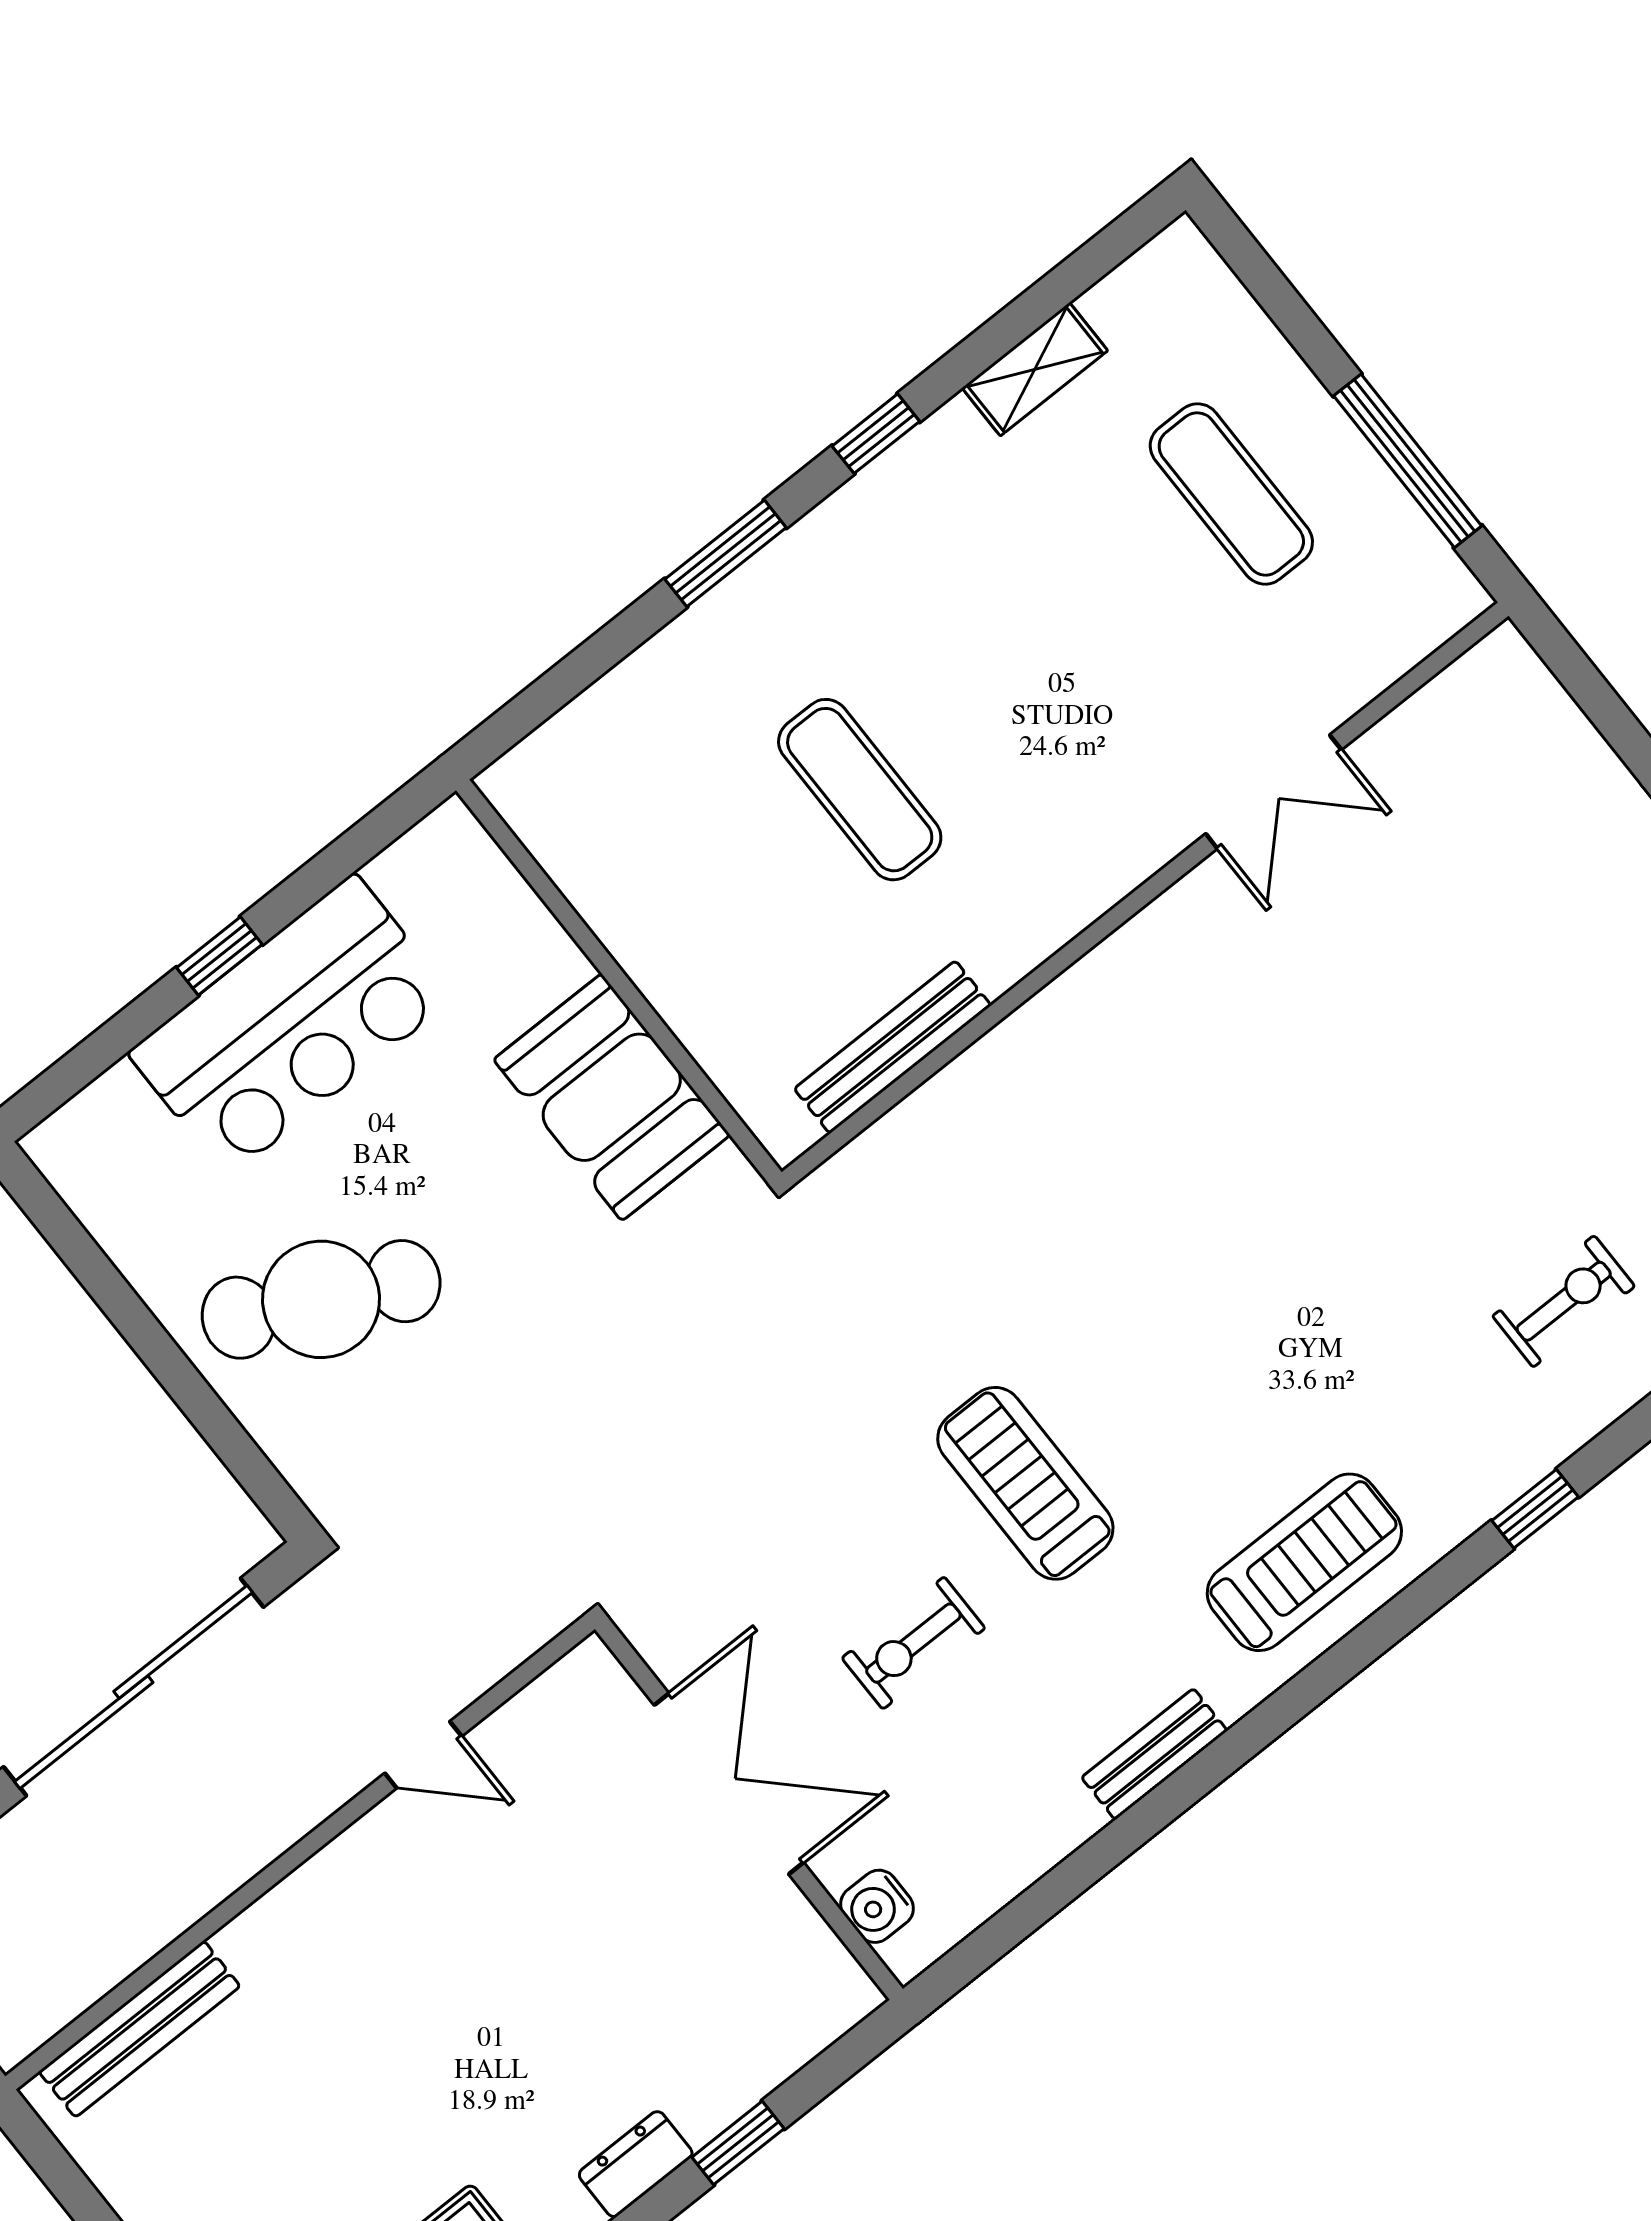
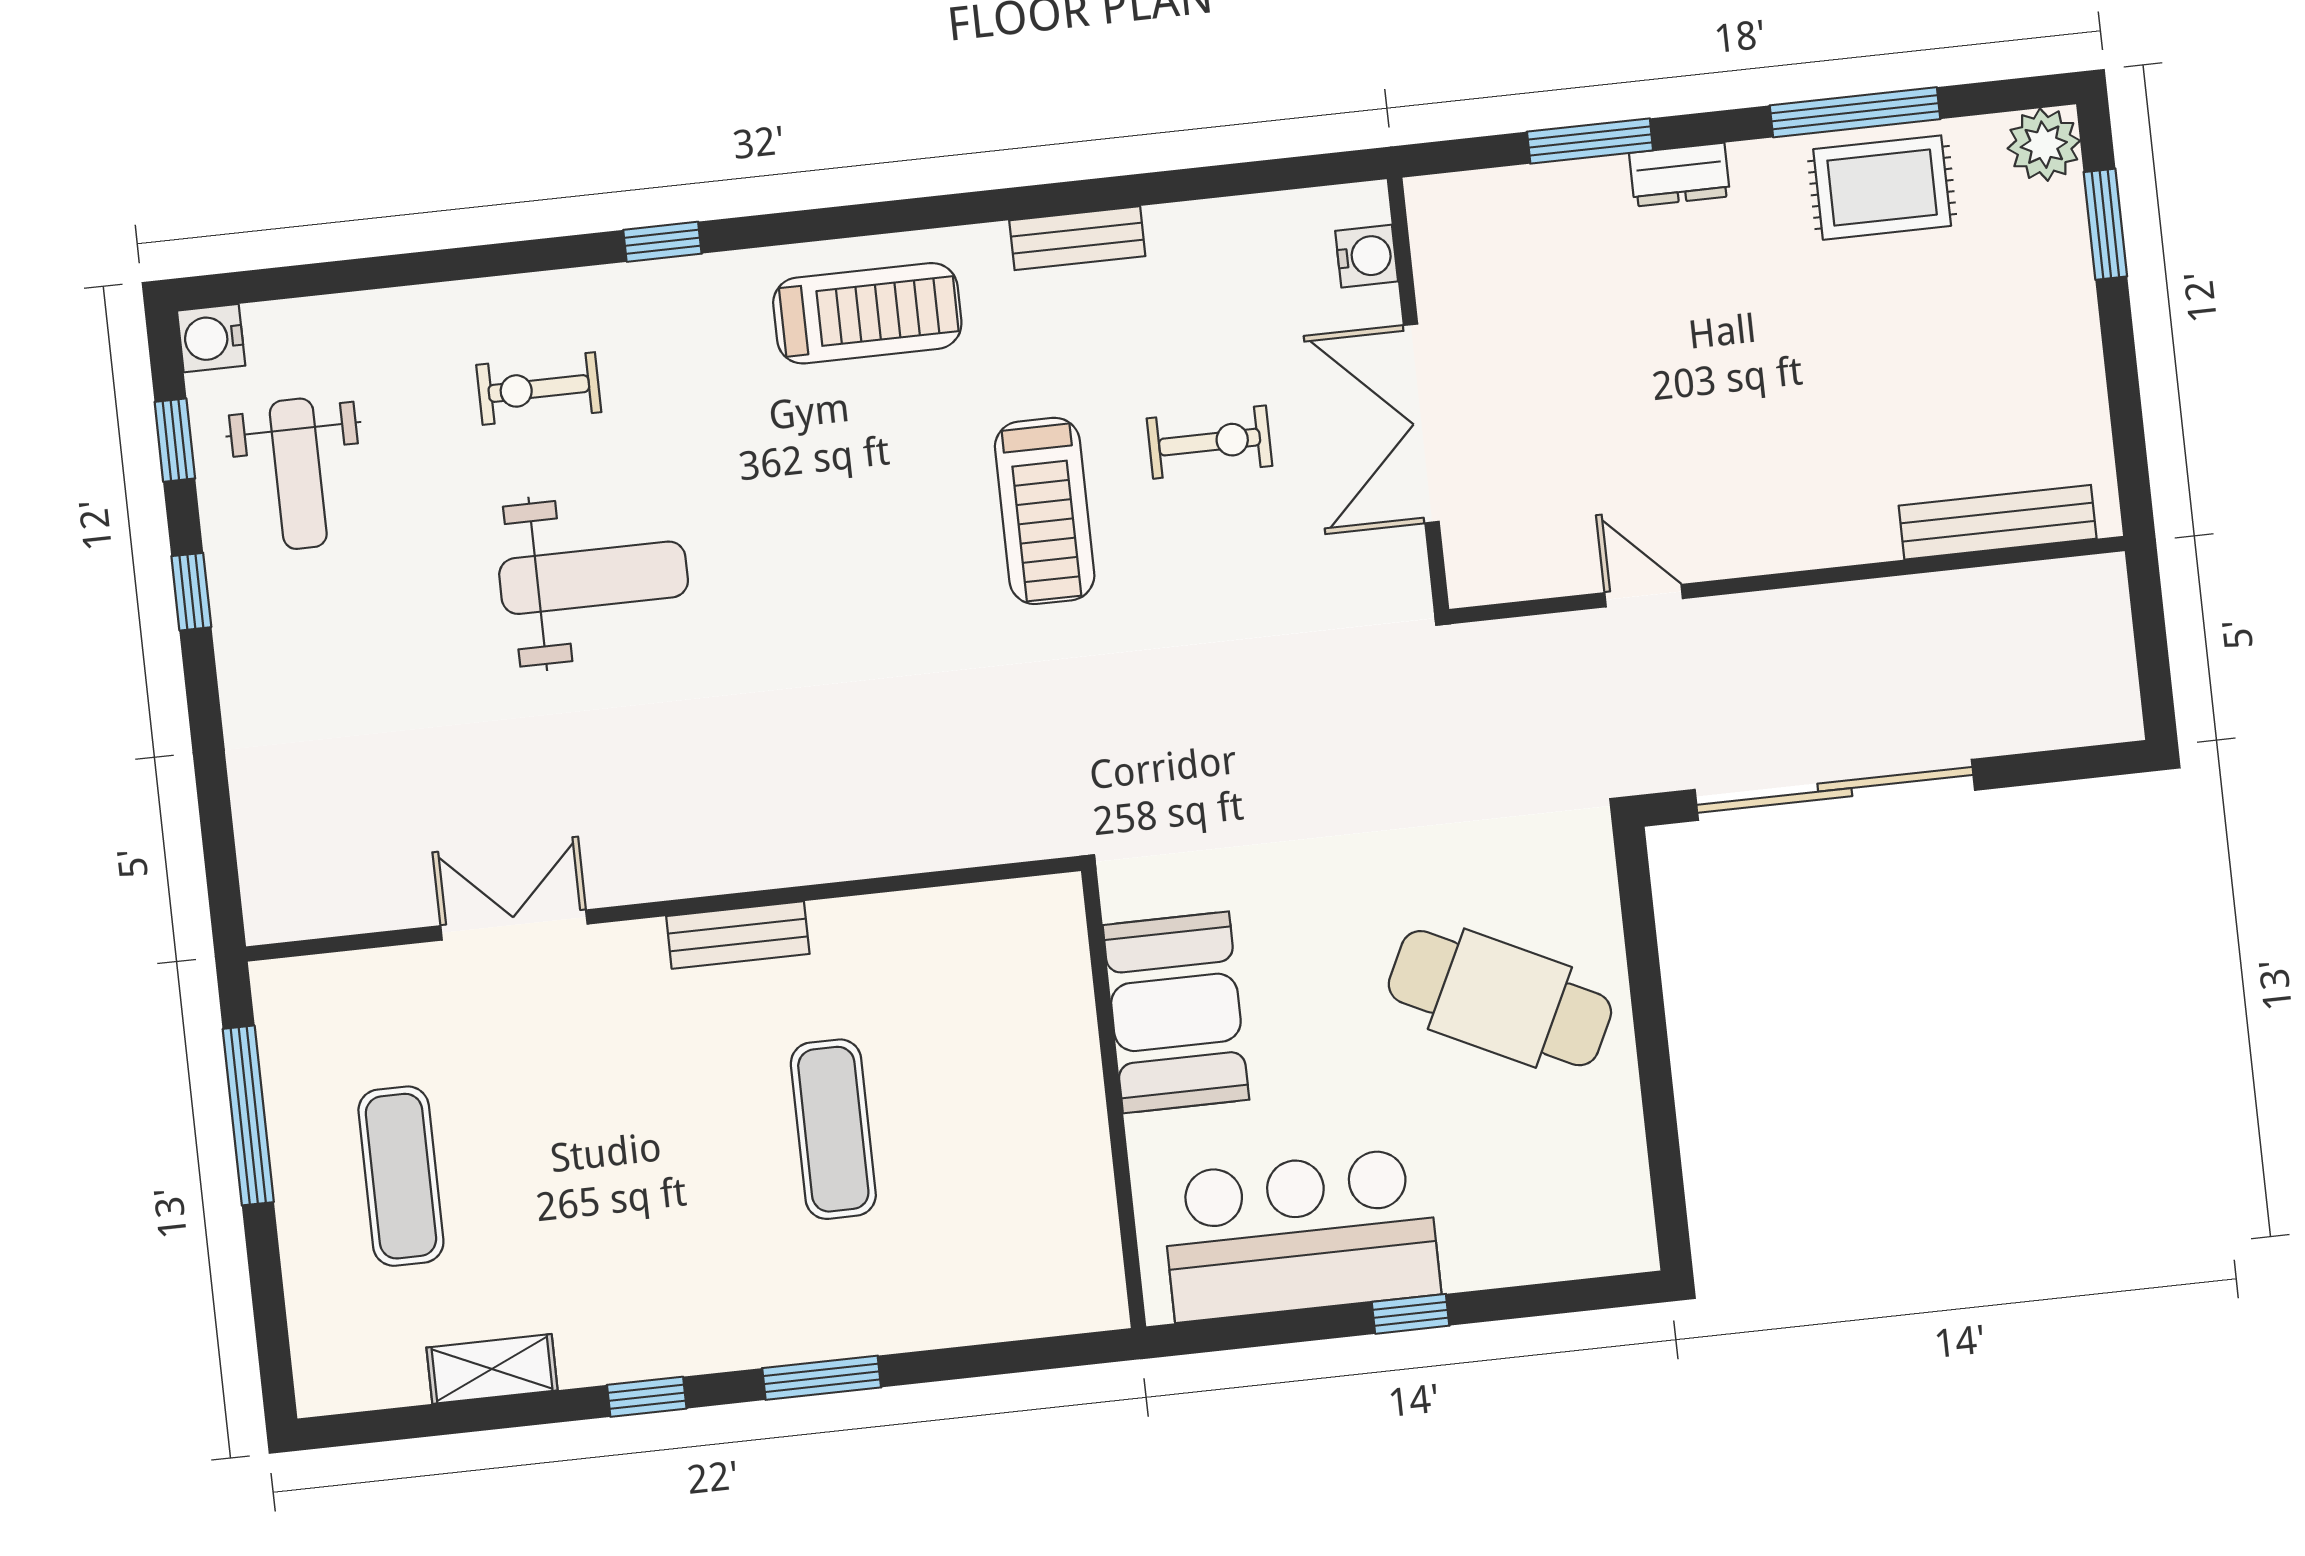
bar counter: (291, 1025) -> (1300, 1235), moved
bench: (893, 1047) -> (738, 935), moved, width x0.73
weight bench: (1403, 1159) -> (594, 578), added
treadmill: (1304, 1562) -> (867, 313), turned 180
window: (738, 2143) -> (1590, 141), width x1.50

